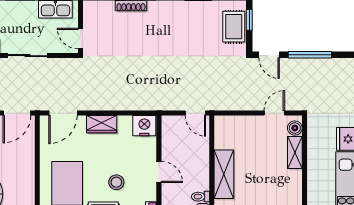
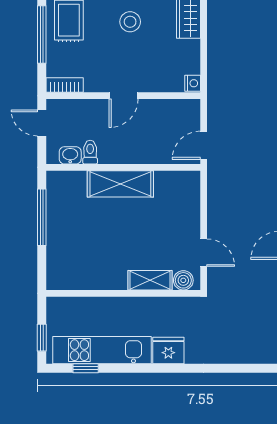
nightstand: (144, 126) -> (193, 83), width x0.53, depth x0.56
stool: (116, 182) -> (130, 22), moved

